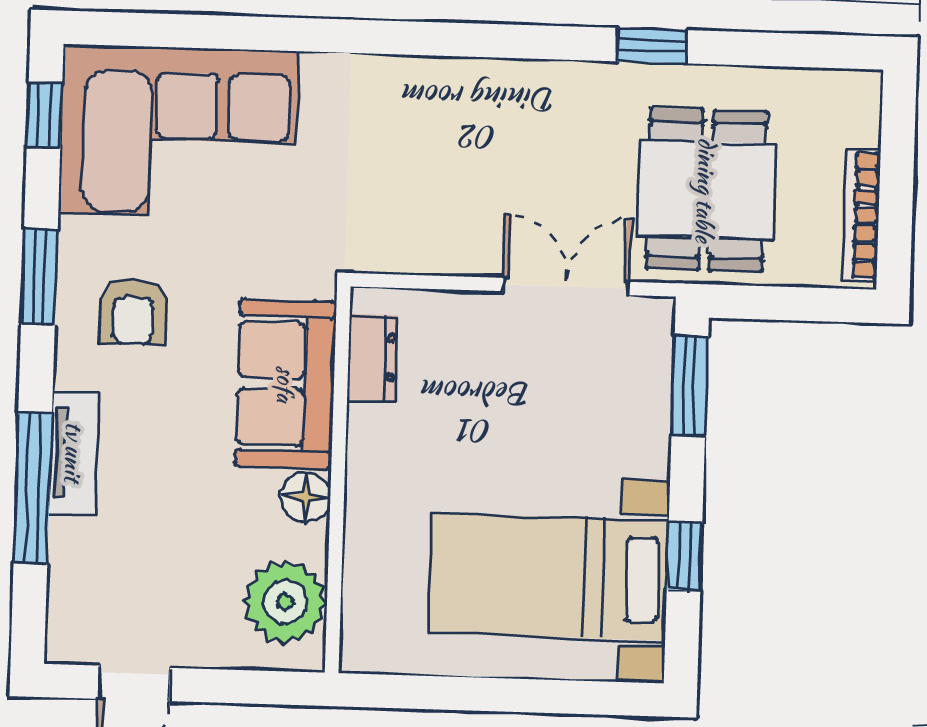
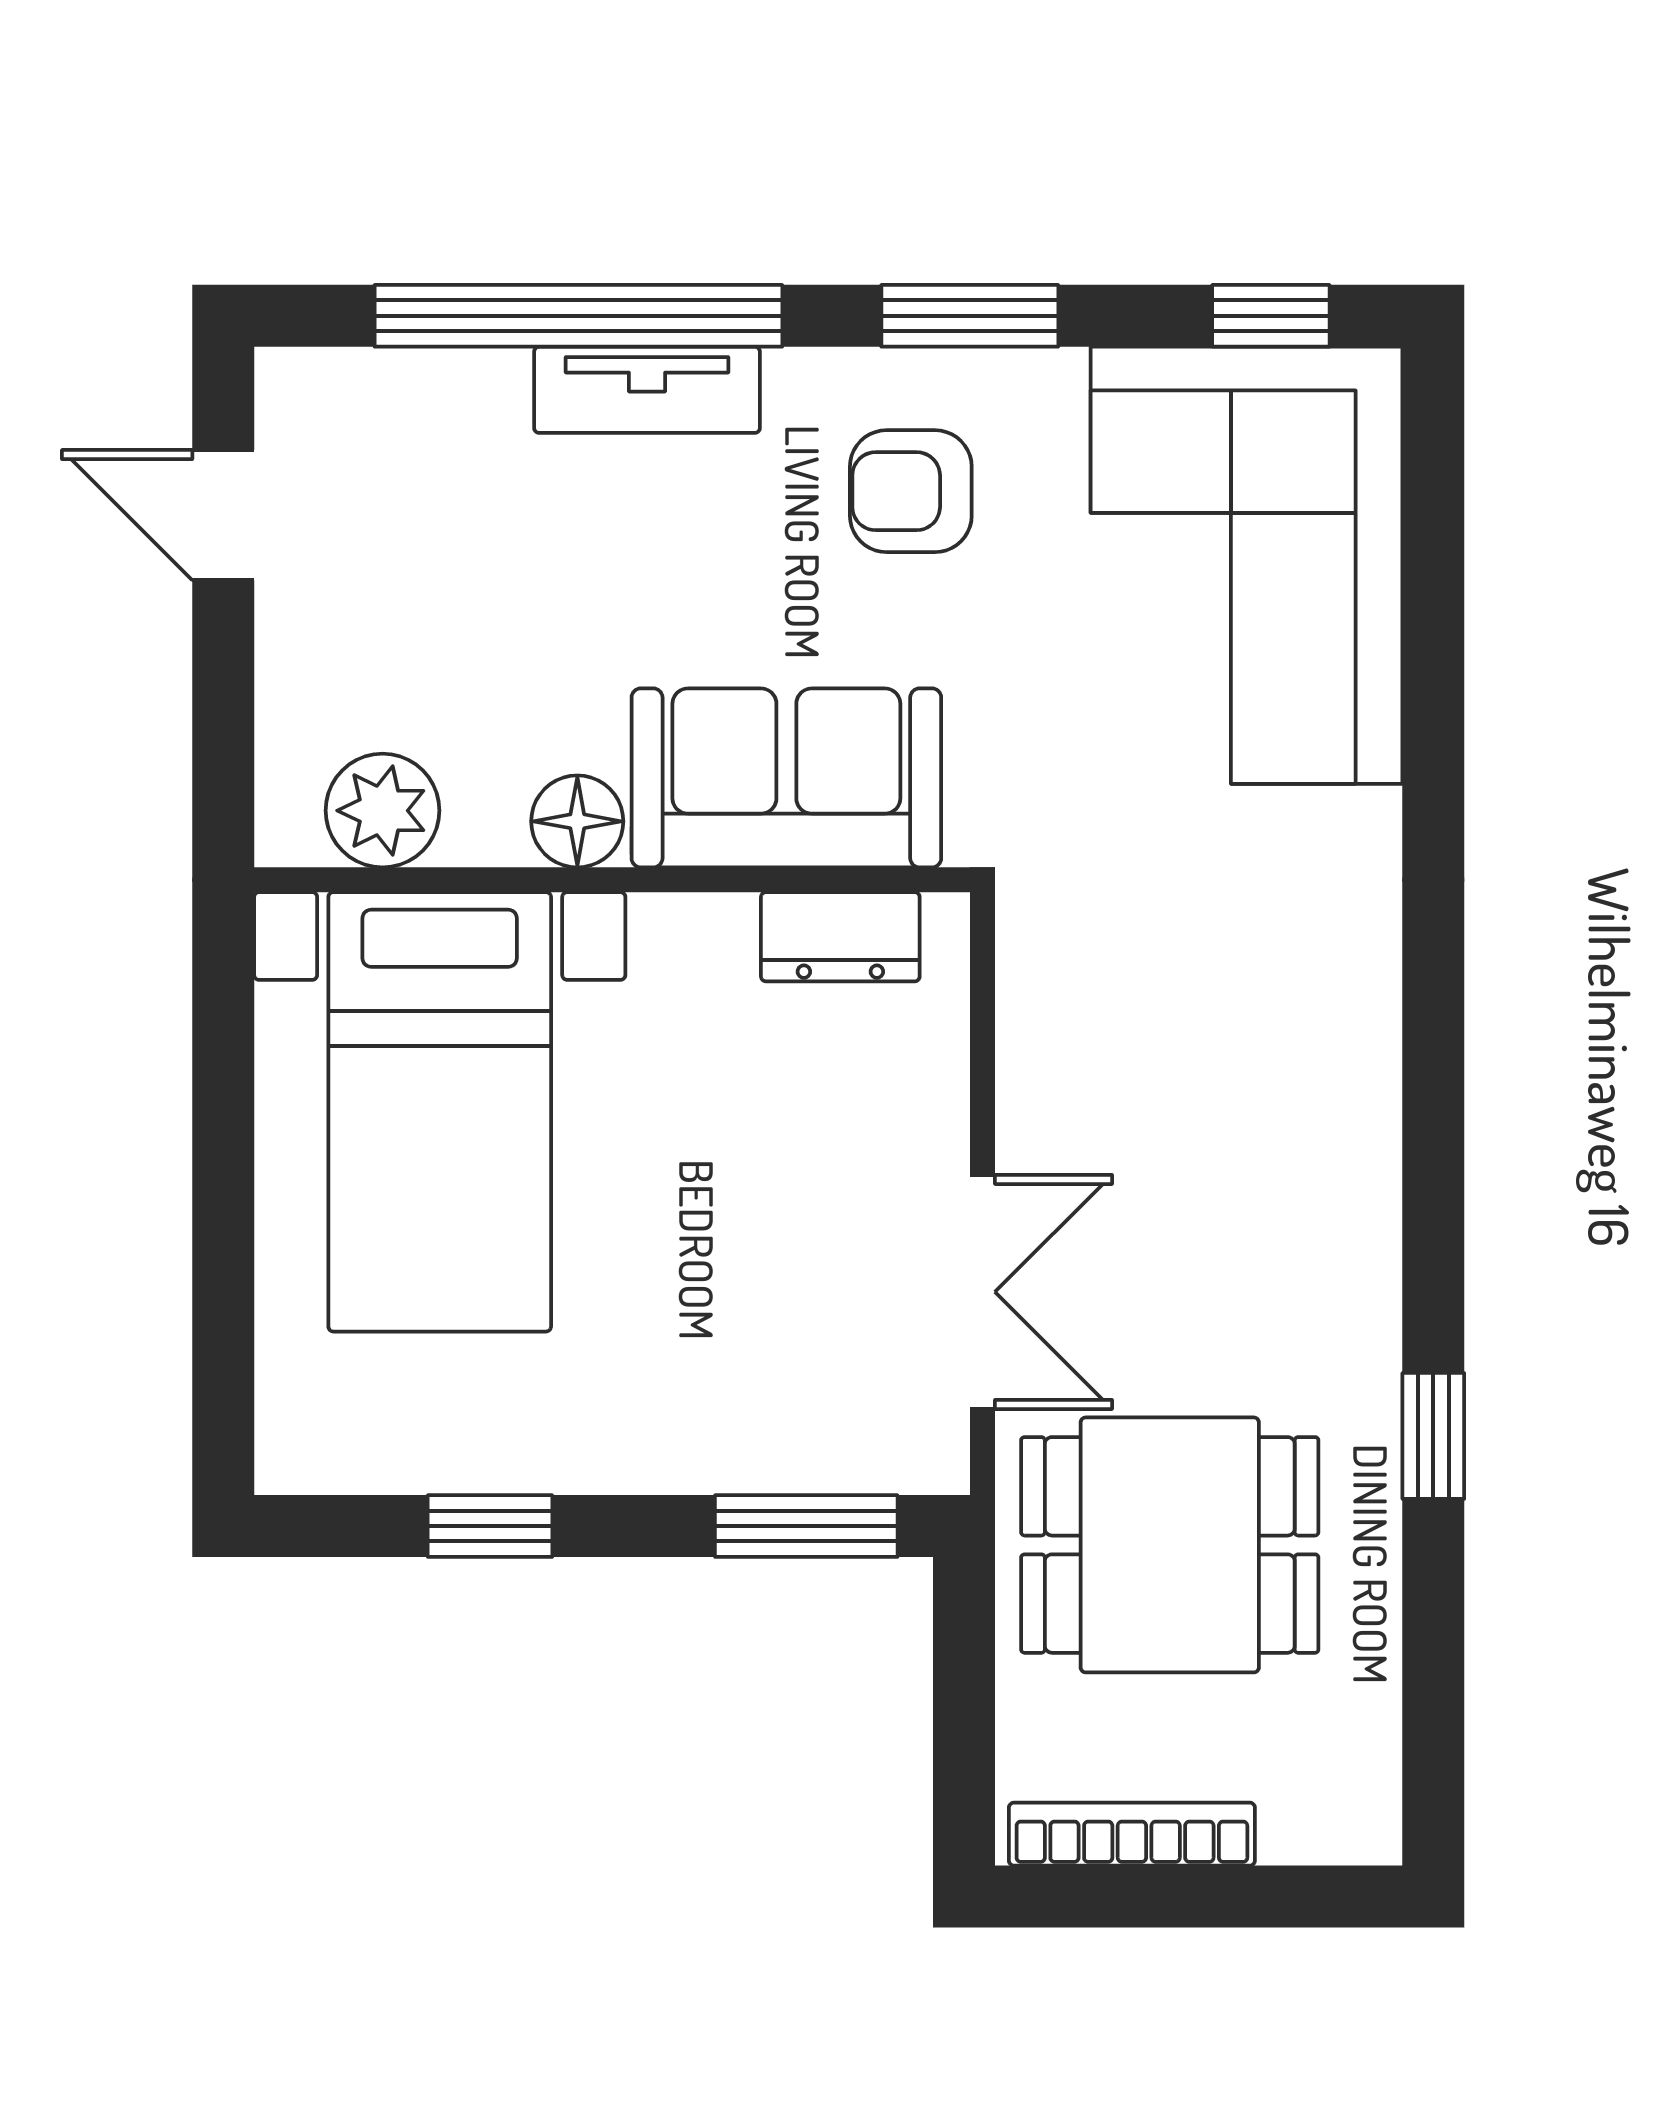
window: (33, 488) -> (578, 316), width x1.46
bed with nightstands: (548, 577) -> (440, 1112), moved, turned 180
plant: (285, 602) -> (383, 811), width x0.73, depth x0.73

